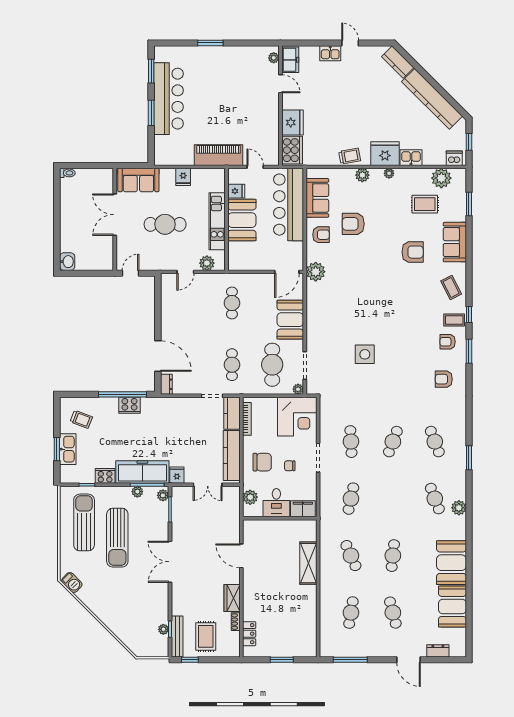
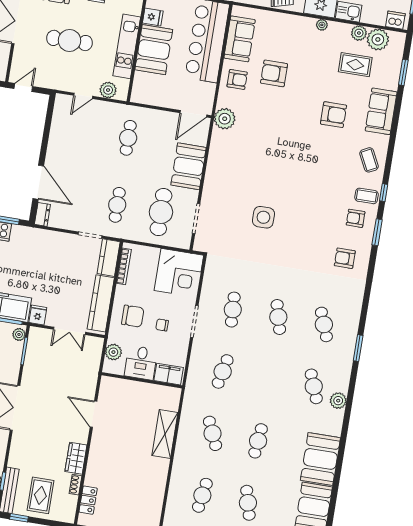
plant: (362, 175) -> (359, 33), moved
plant: (298, 389) -> (185, 243), removed
cafe table: (393, 442) -> (278, 317), turned -36

